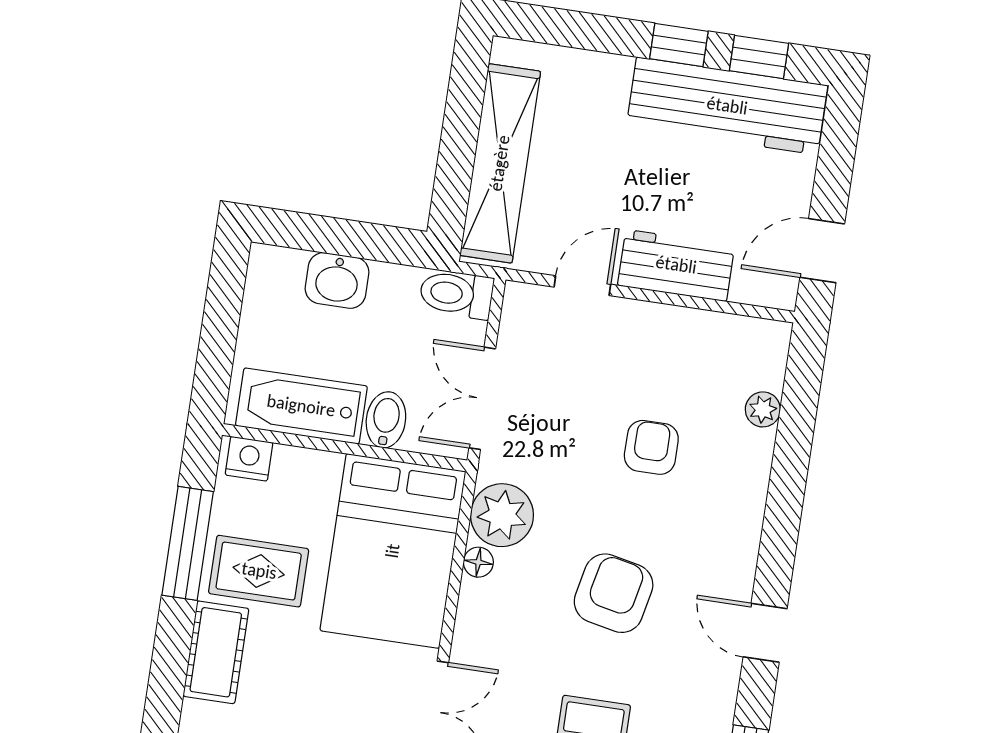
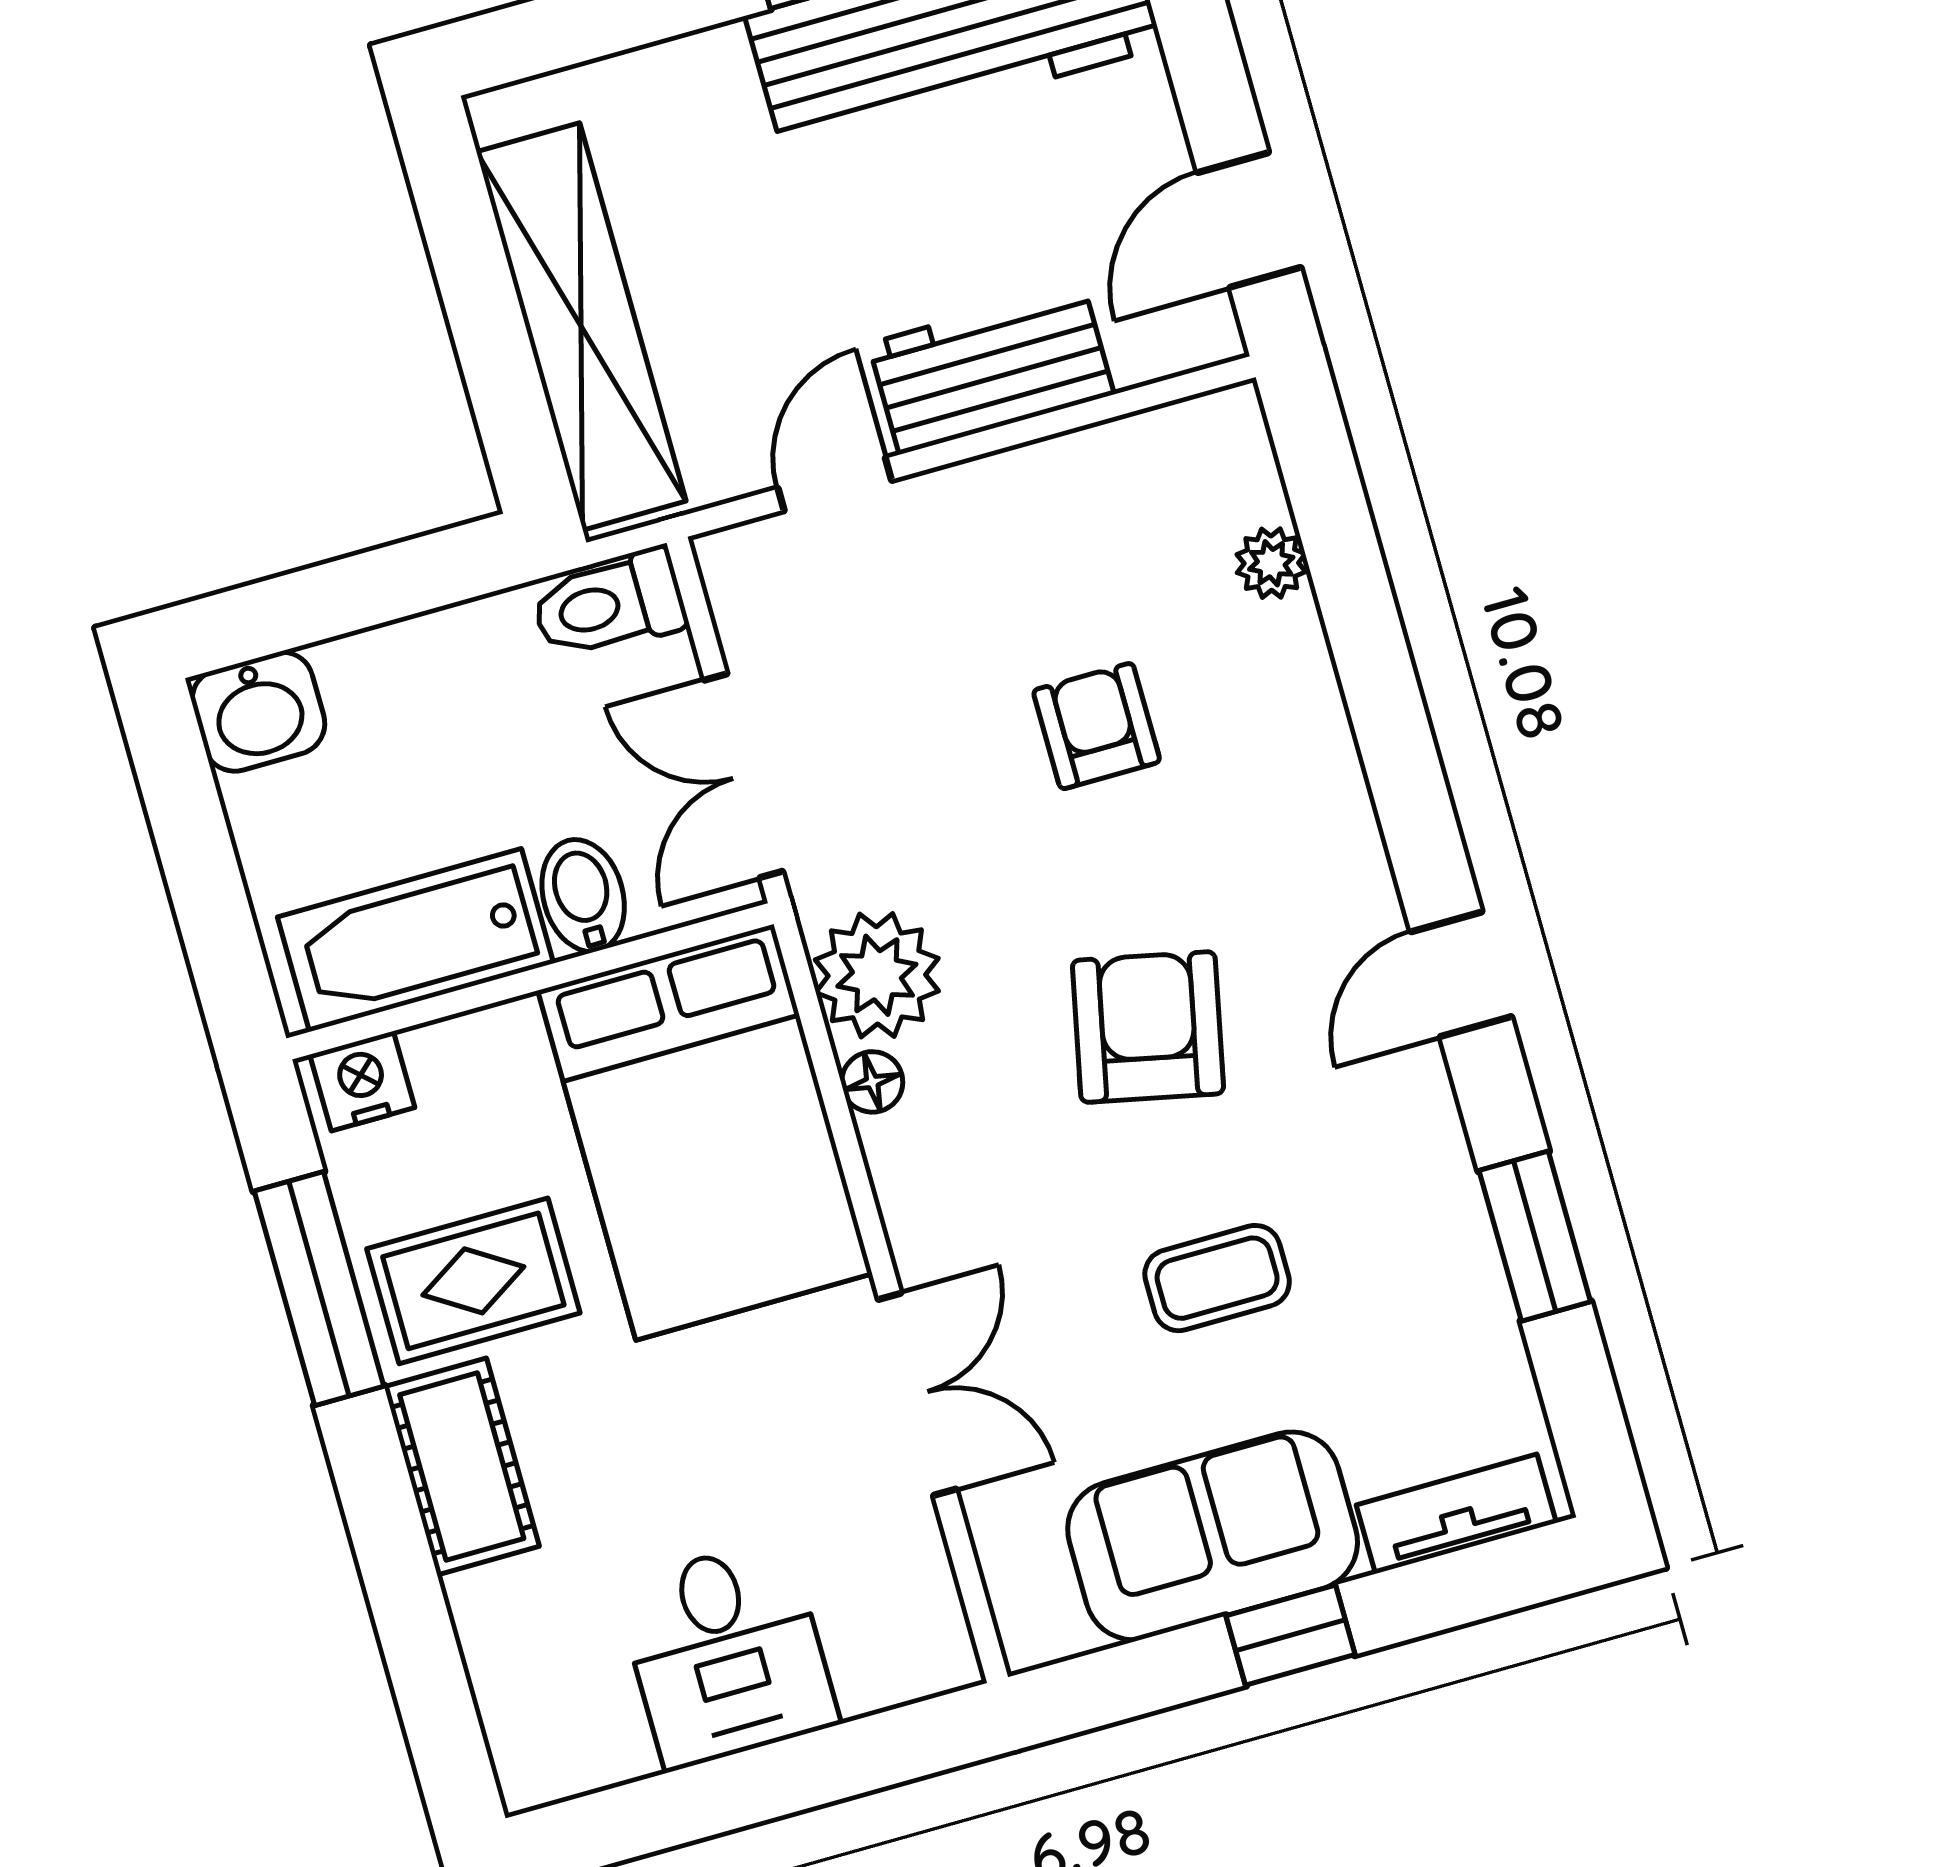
washbasin: (337, 280) -> (258, 712), moved
door: (765, 633) -> (1461, 974), hinge flipped

